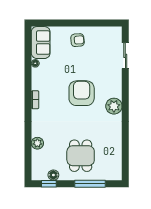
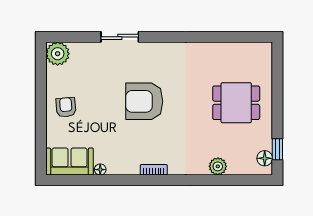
sliding door: (125, 56) -> (120, 37), moved
plant: (114, 106) -> (58, 54), moved
floor lamp: (53, 175) -> (265, 158), moved
window: (90, 184) -> (277, 89), removed

